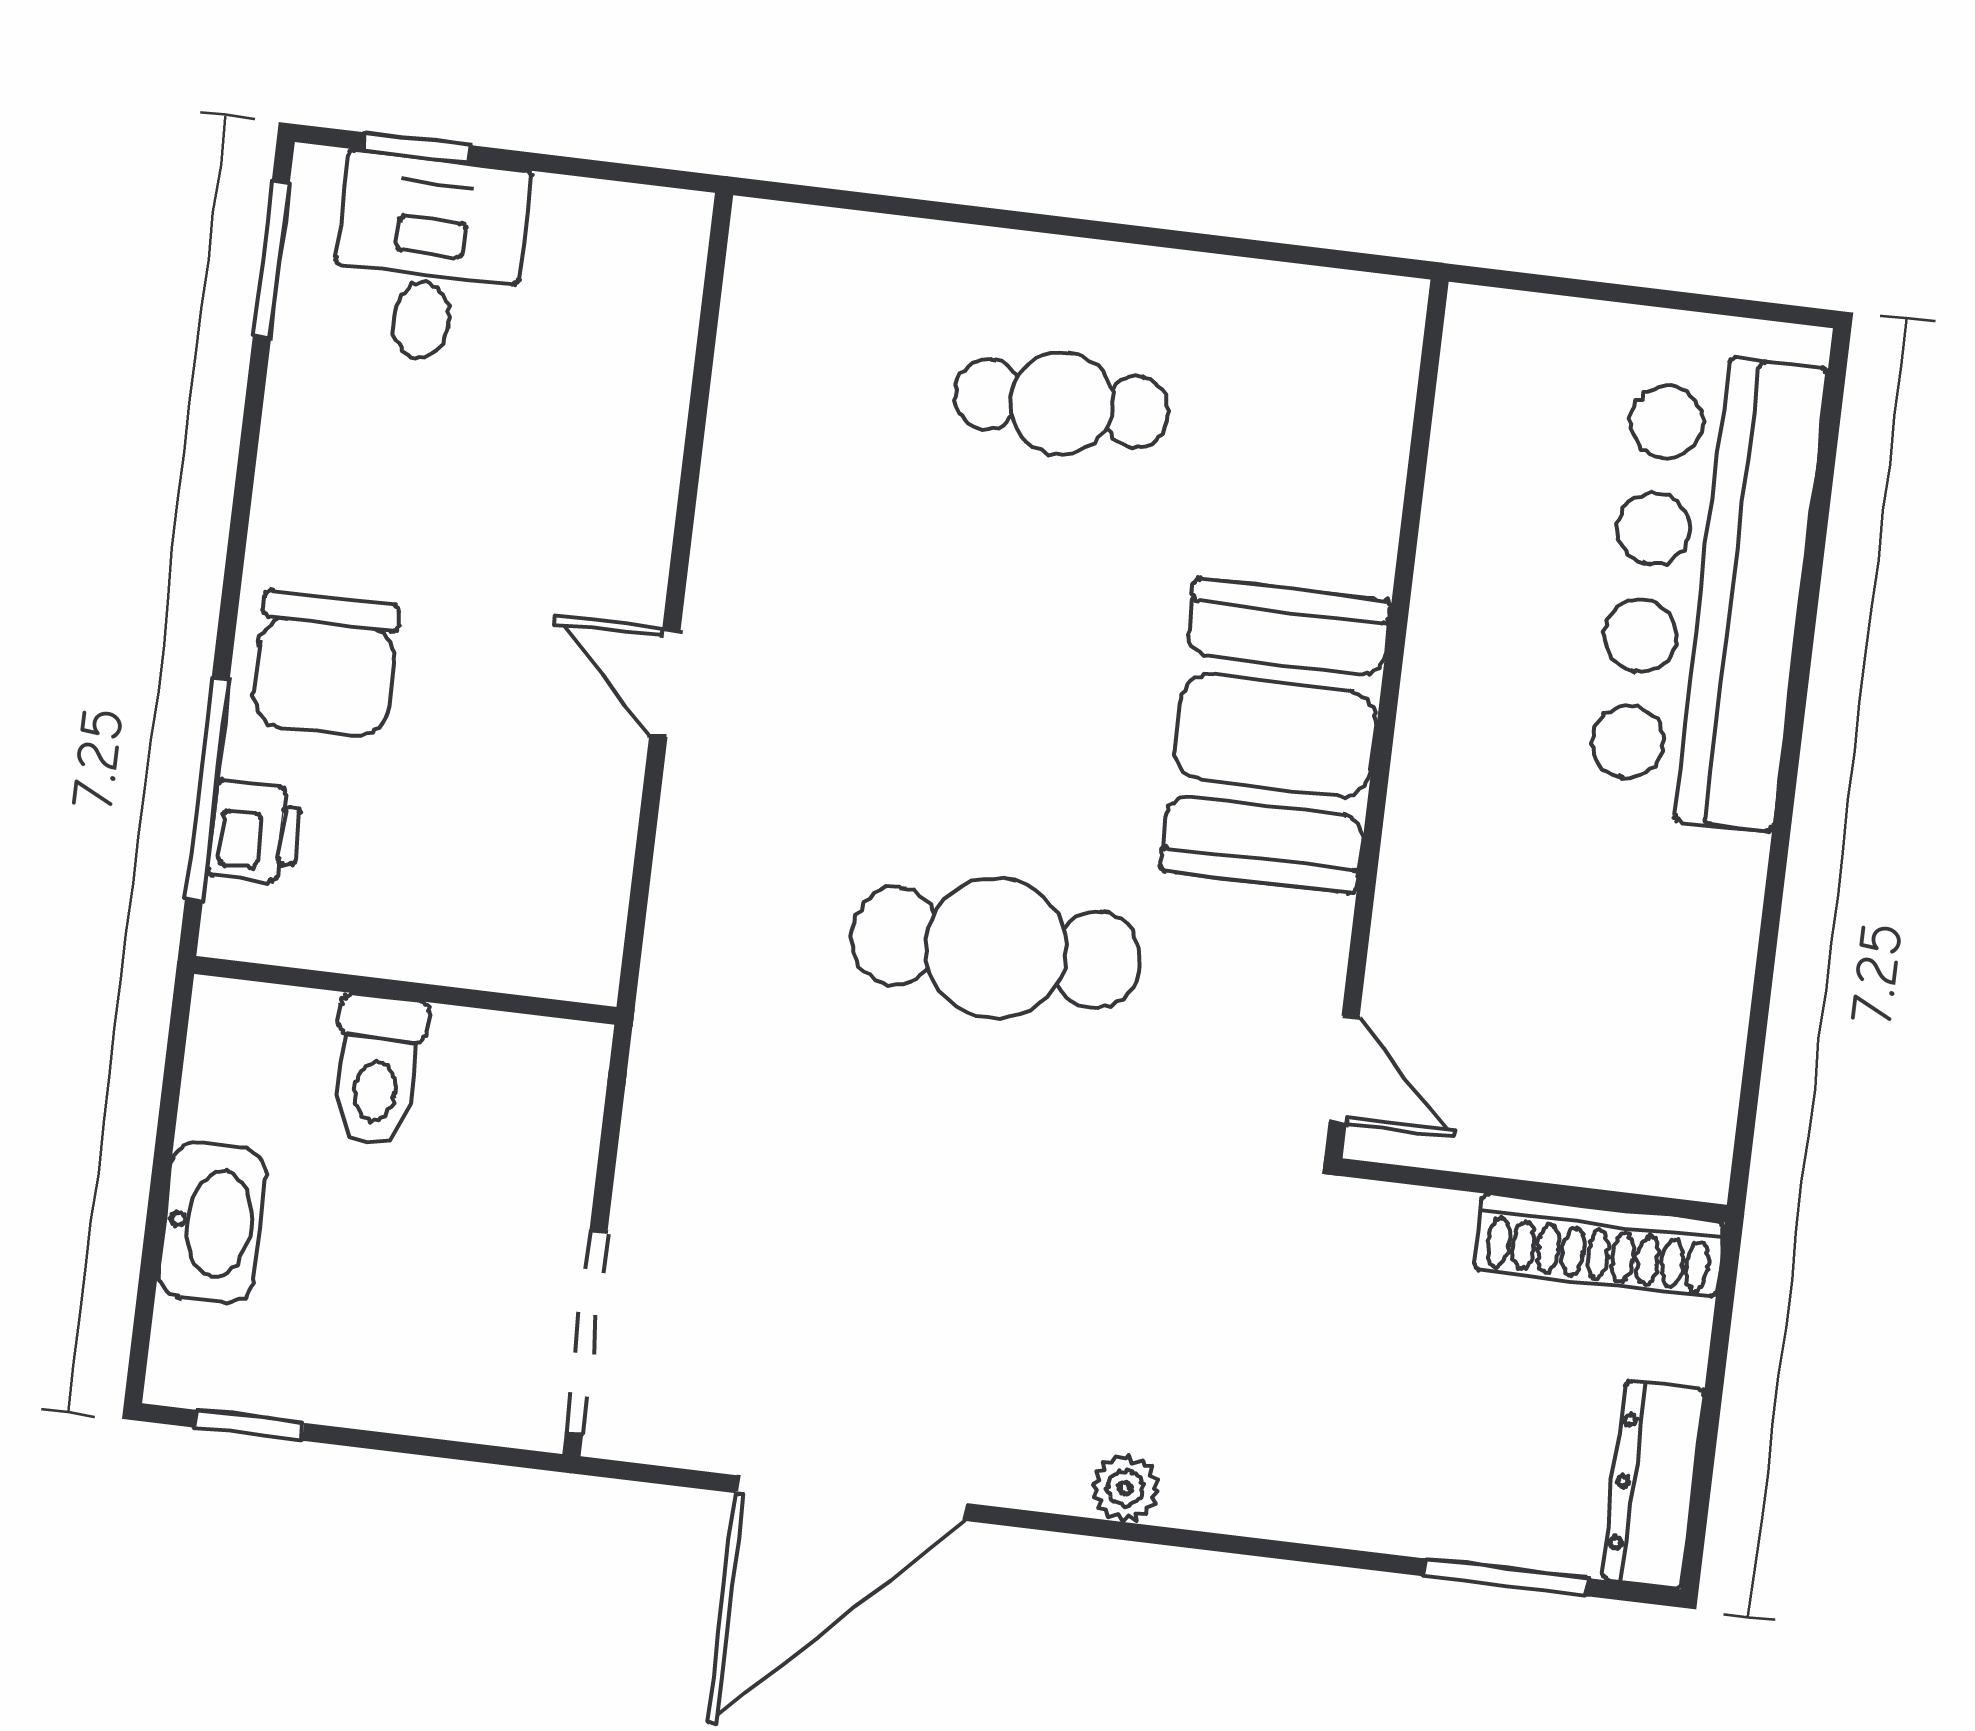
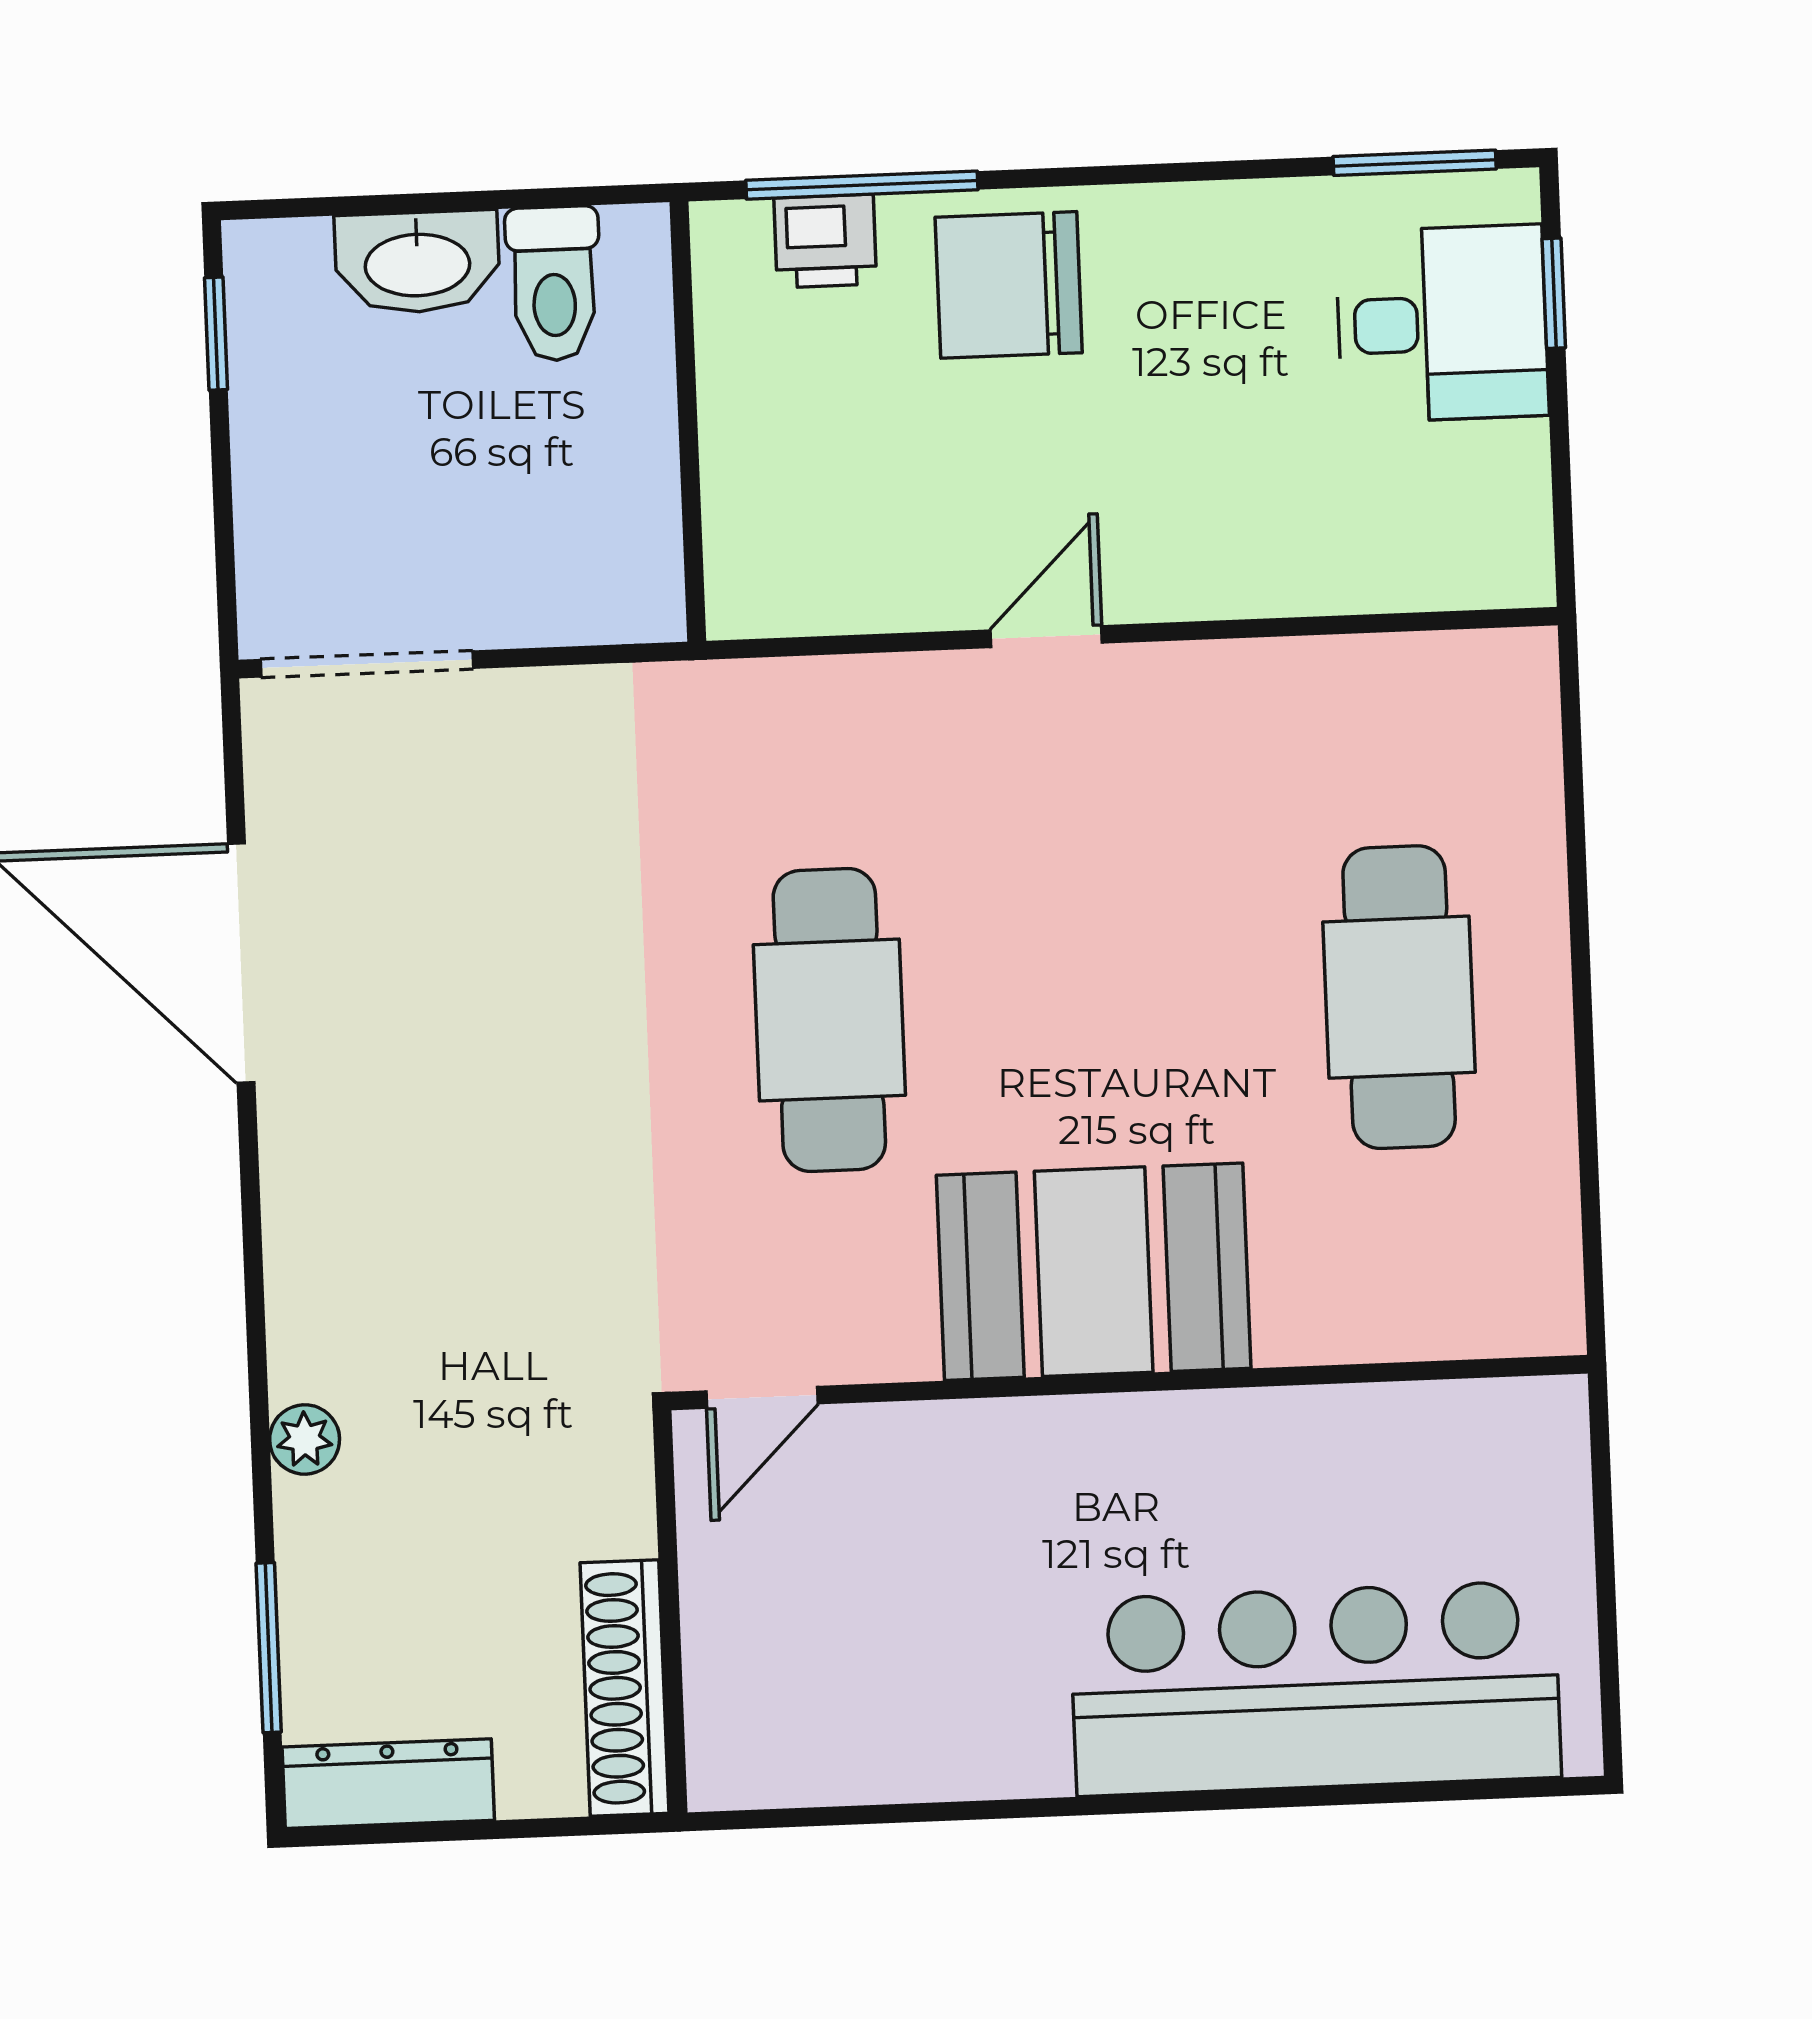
cafe table: (1062, 403) -> (1399, 997), width x1.37, depth x1.35
toilet: (377, 1070) -> (554, 284), moved, turned -90
plant: (1125, 1488) -> (305, 1439), moved

